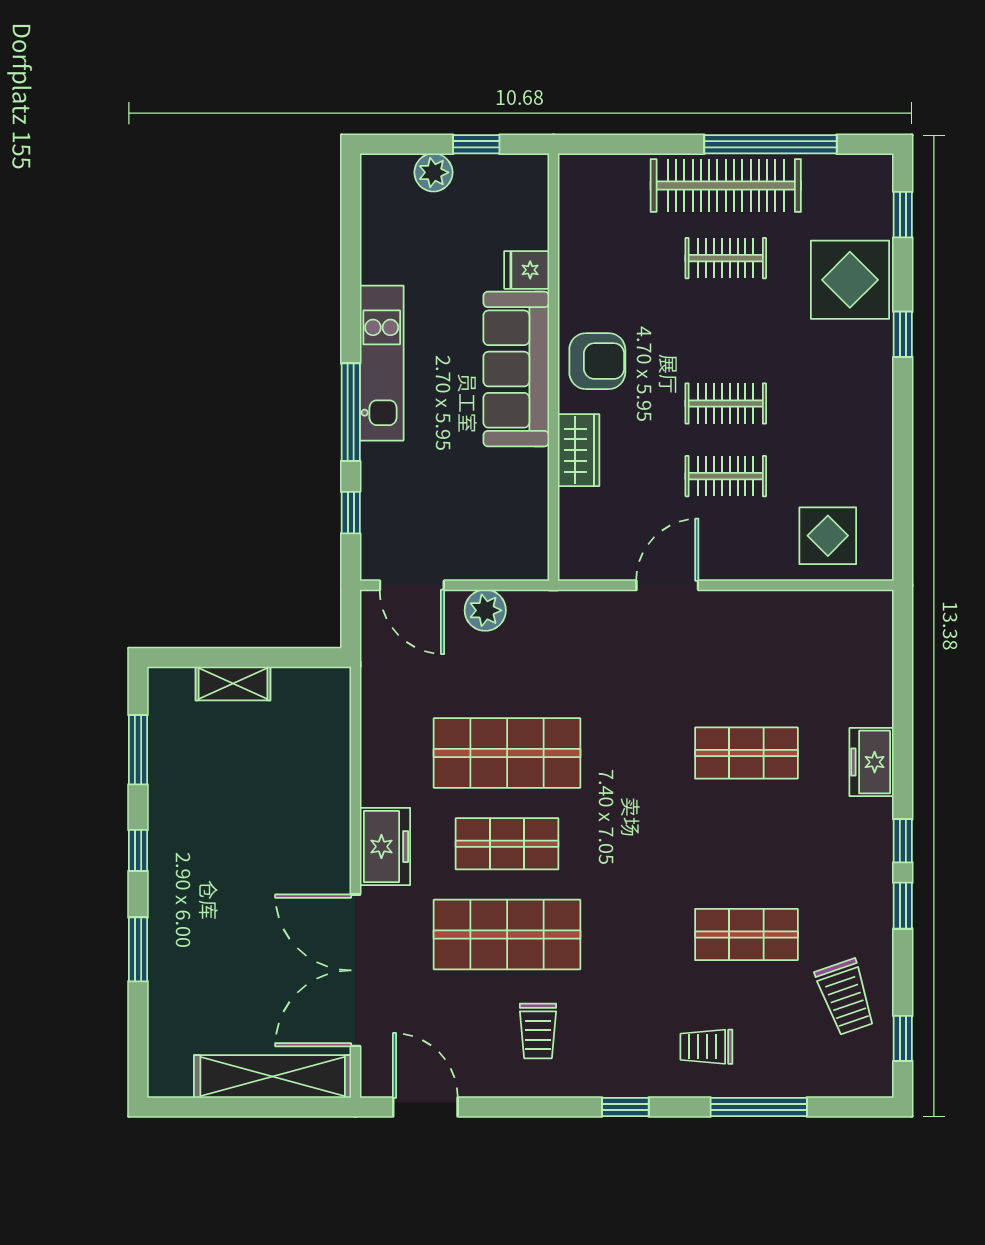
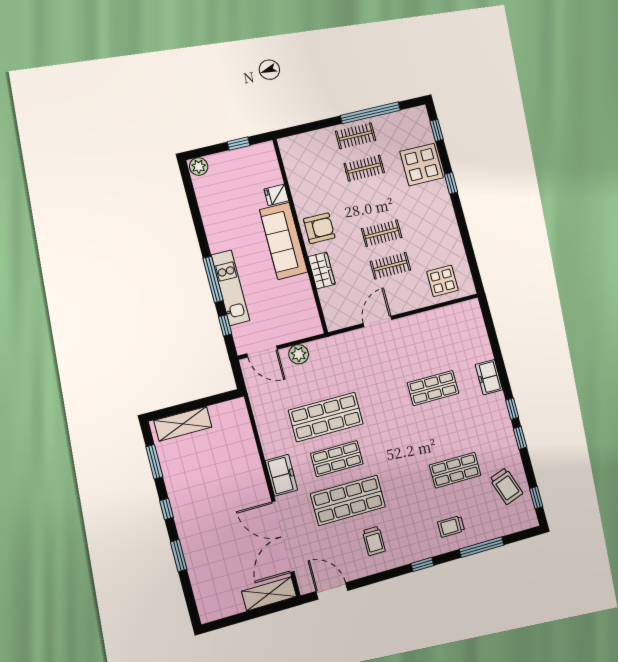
plant: (433, 172) -> (199, 167), moved
clothes rail: (726, 185) -> (356, 136), width x0.54, depth x0.76
kitchen unit: (382, 363) -> (230, 288), moved
shelving: (233, 684) -> (183, 424), width x1.50, depth x1.33
shelving: (273, 1076) -> (269, 594), width x0.68

